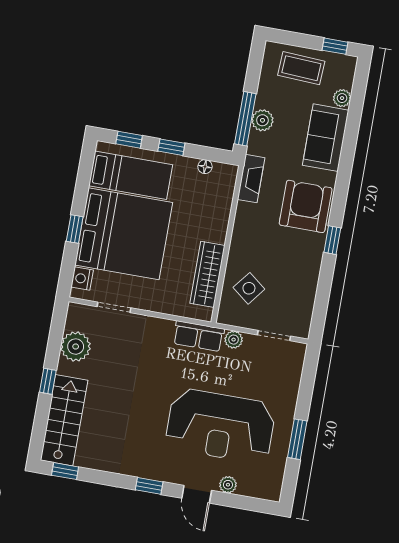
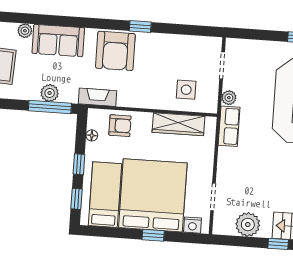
armchair: (213, 202) -> (120, 126), added
armchair: (306, 206) -> (115, 51), turned -90
side table: (249, 288) -> (186, 90), turned -38

